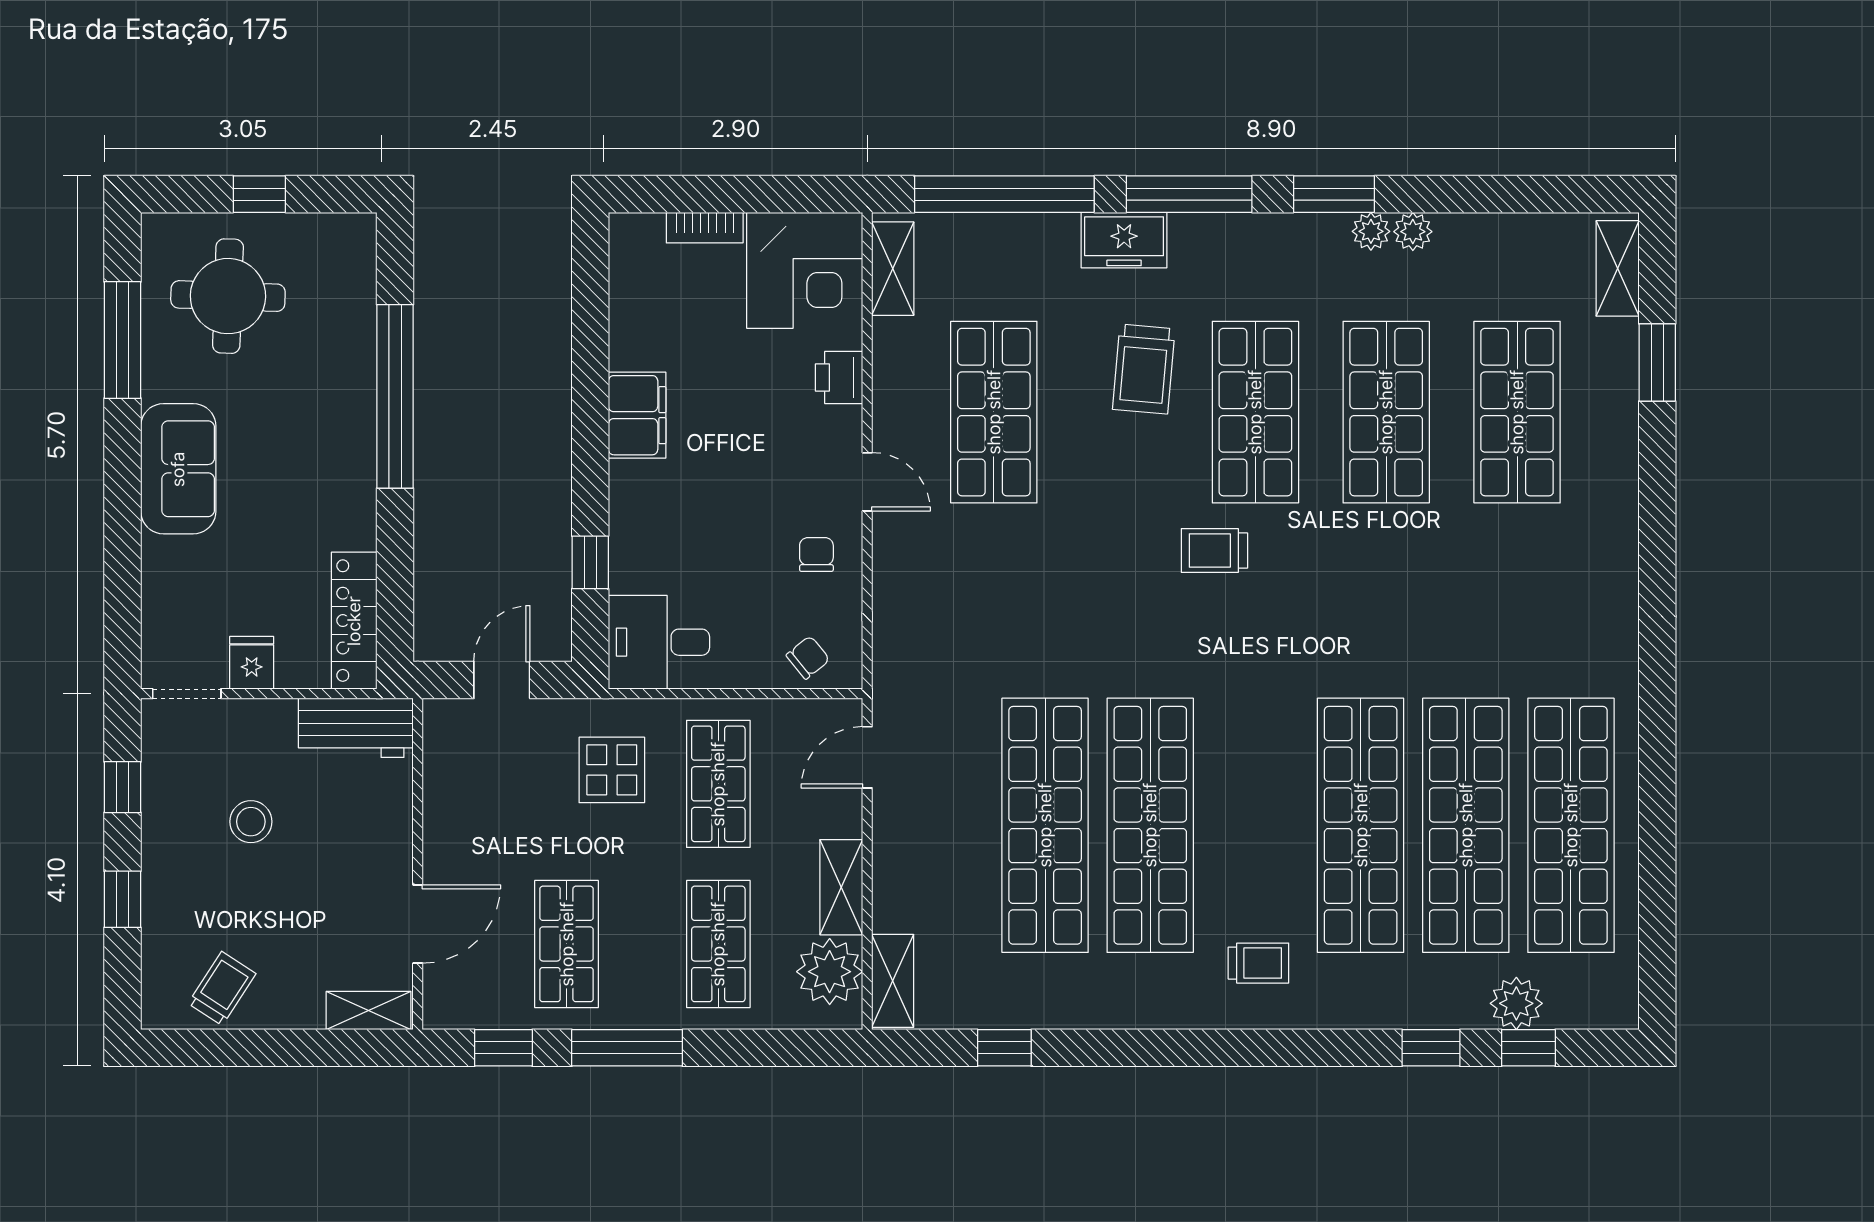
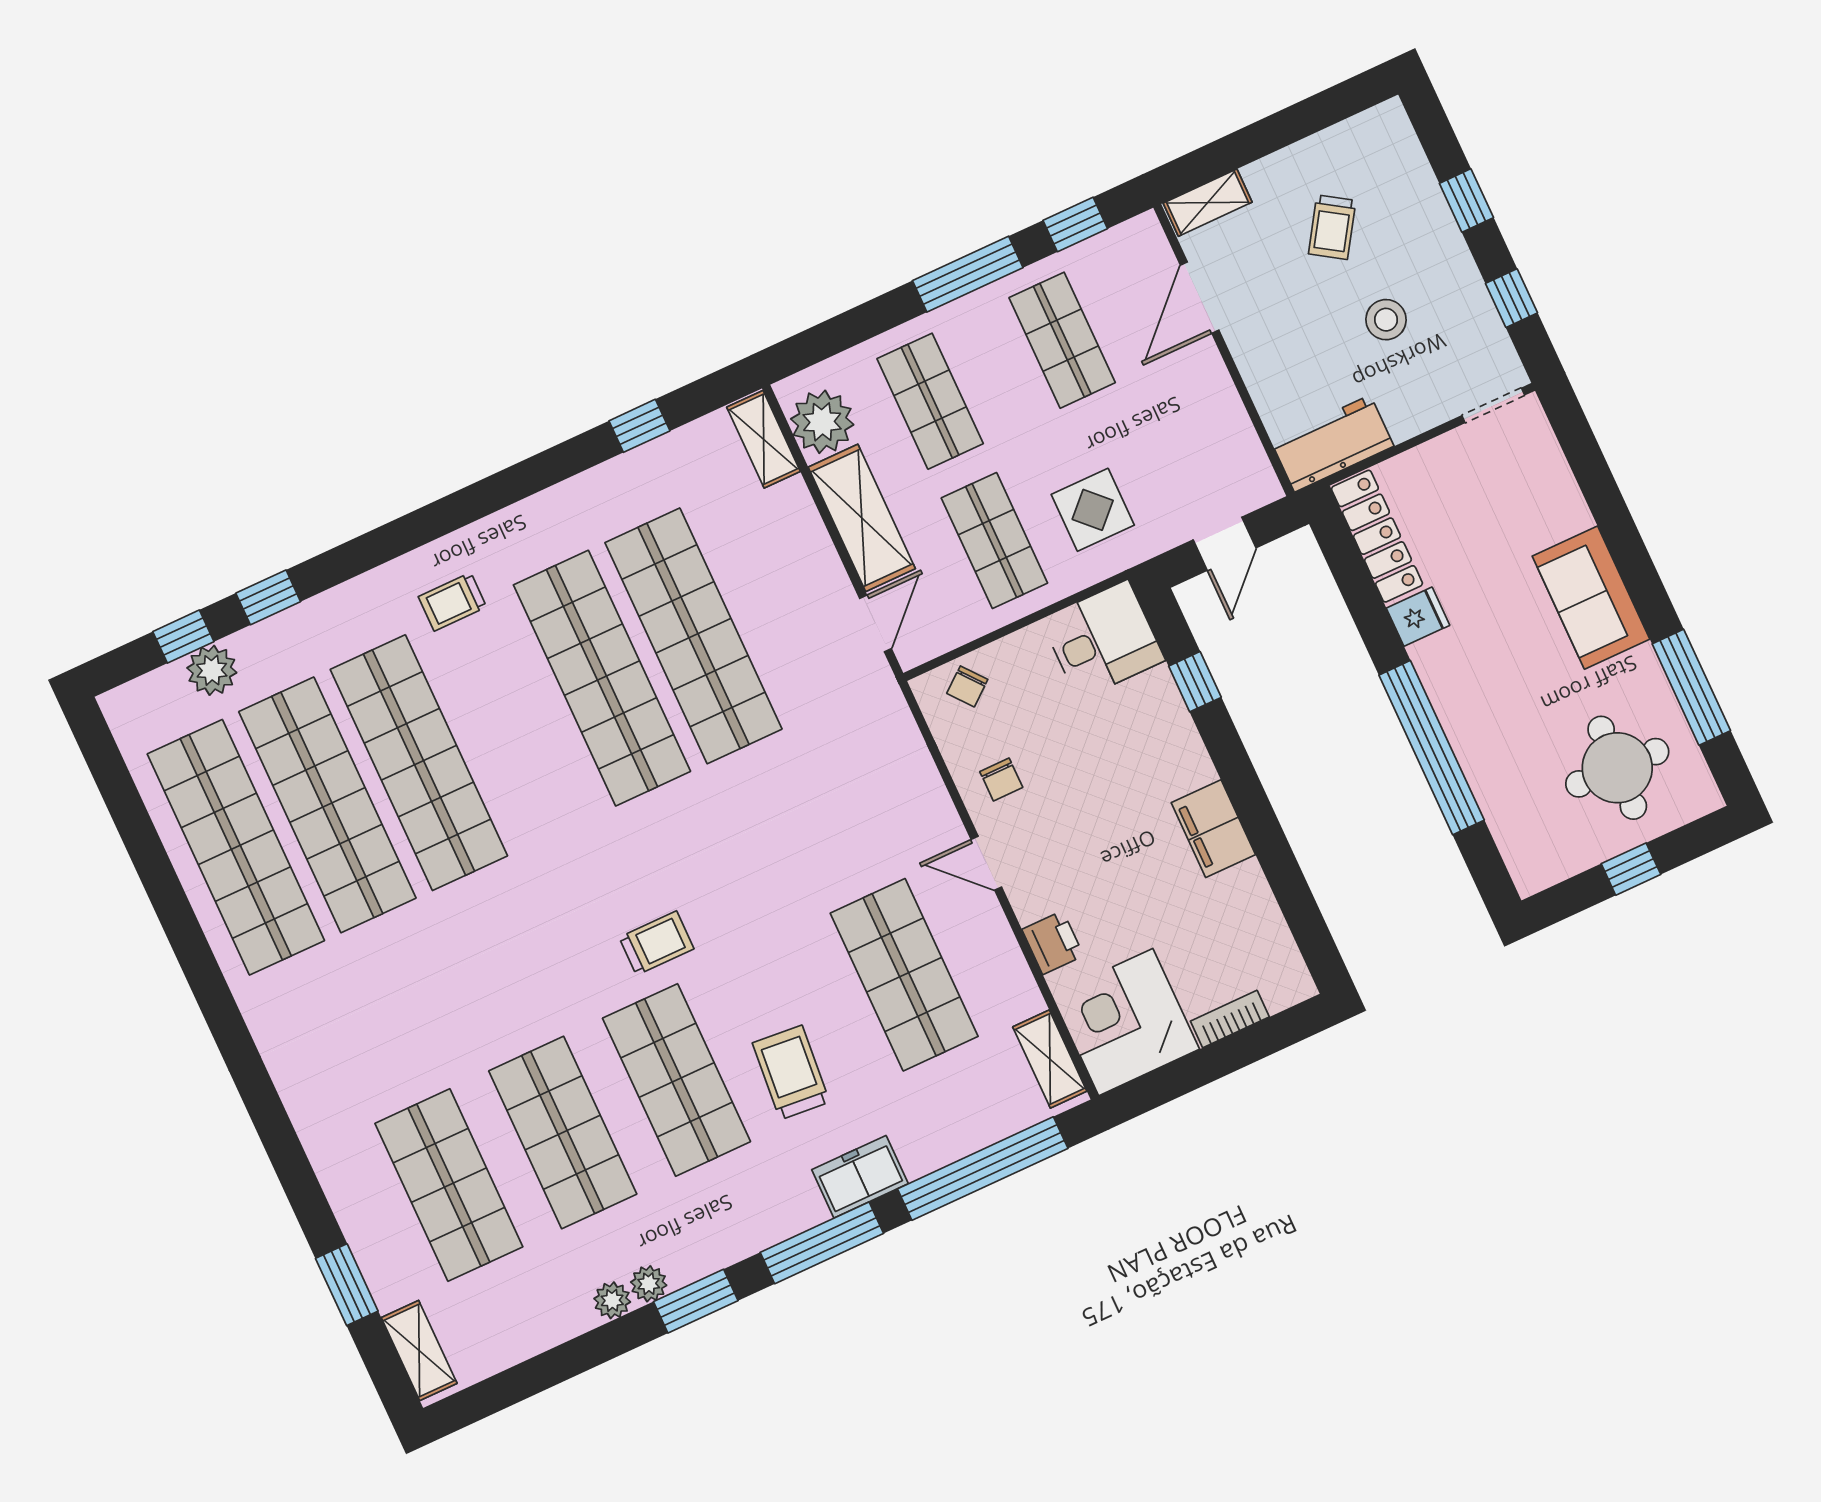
fridge: (252, 663) -> (1418, 617), moved, turned -90
shelving: (841, 887) -> (862, 518), width x1.50, depth x1.33
trolley: (222, 988) -> (1332, 227), moved

